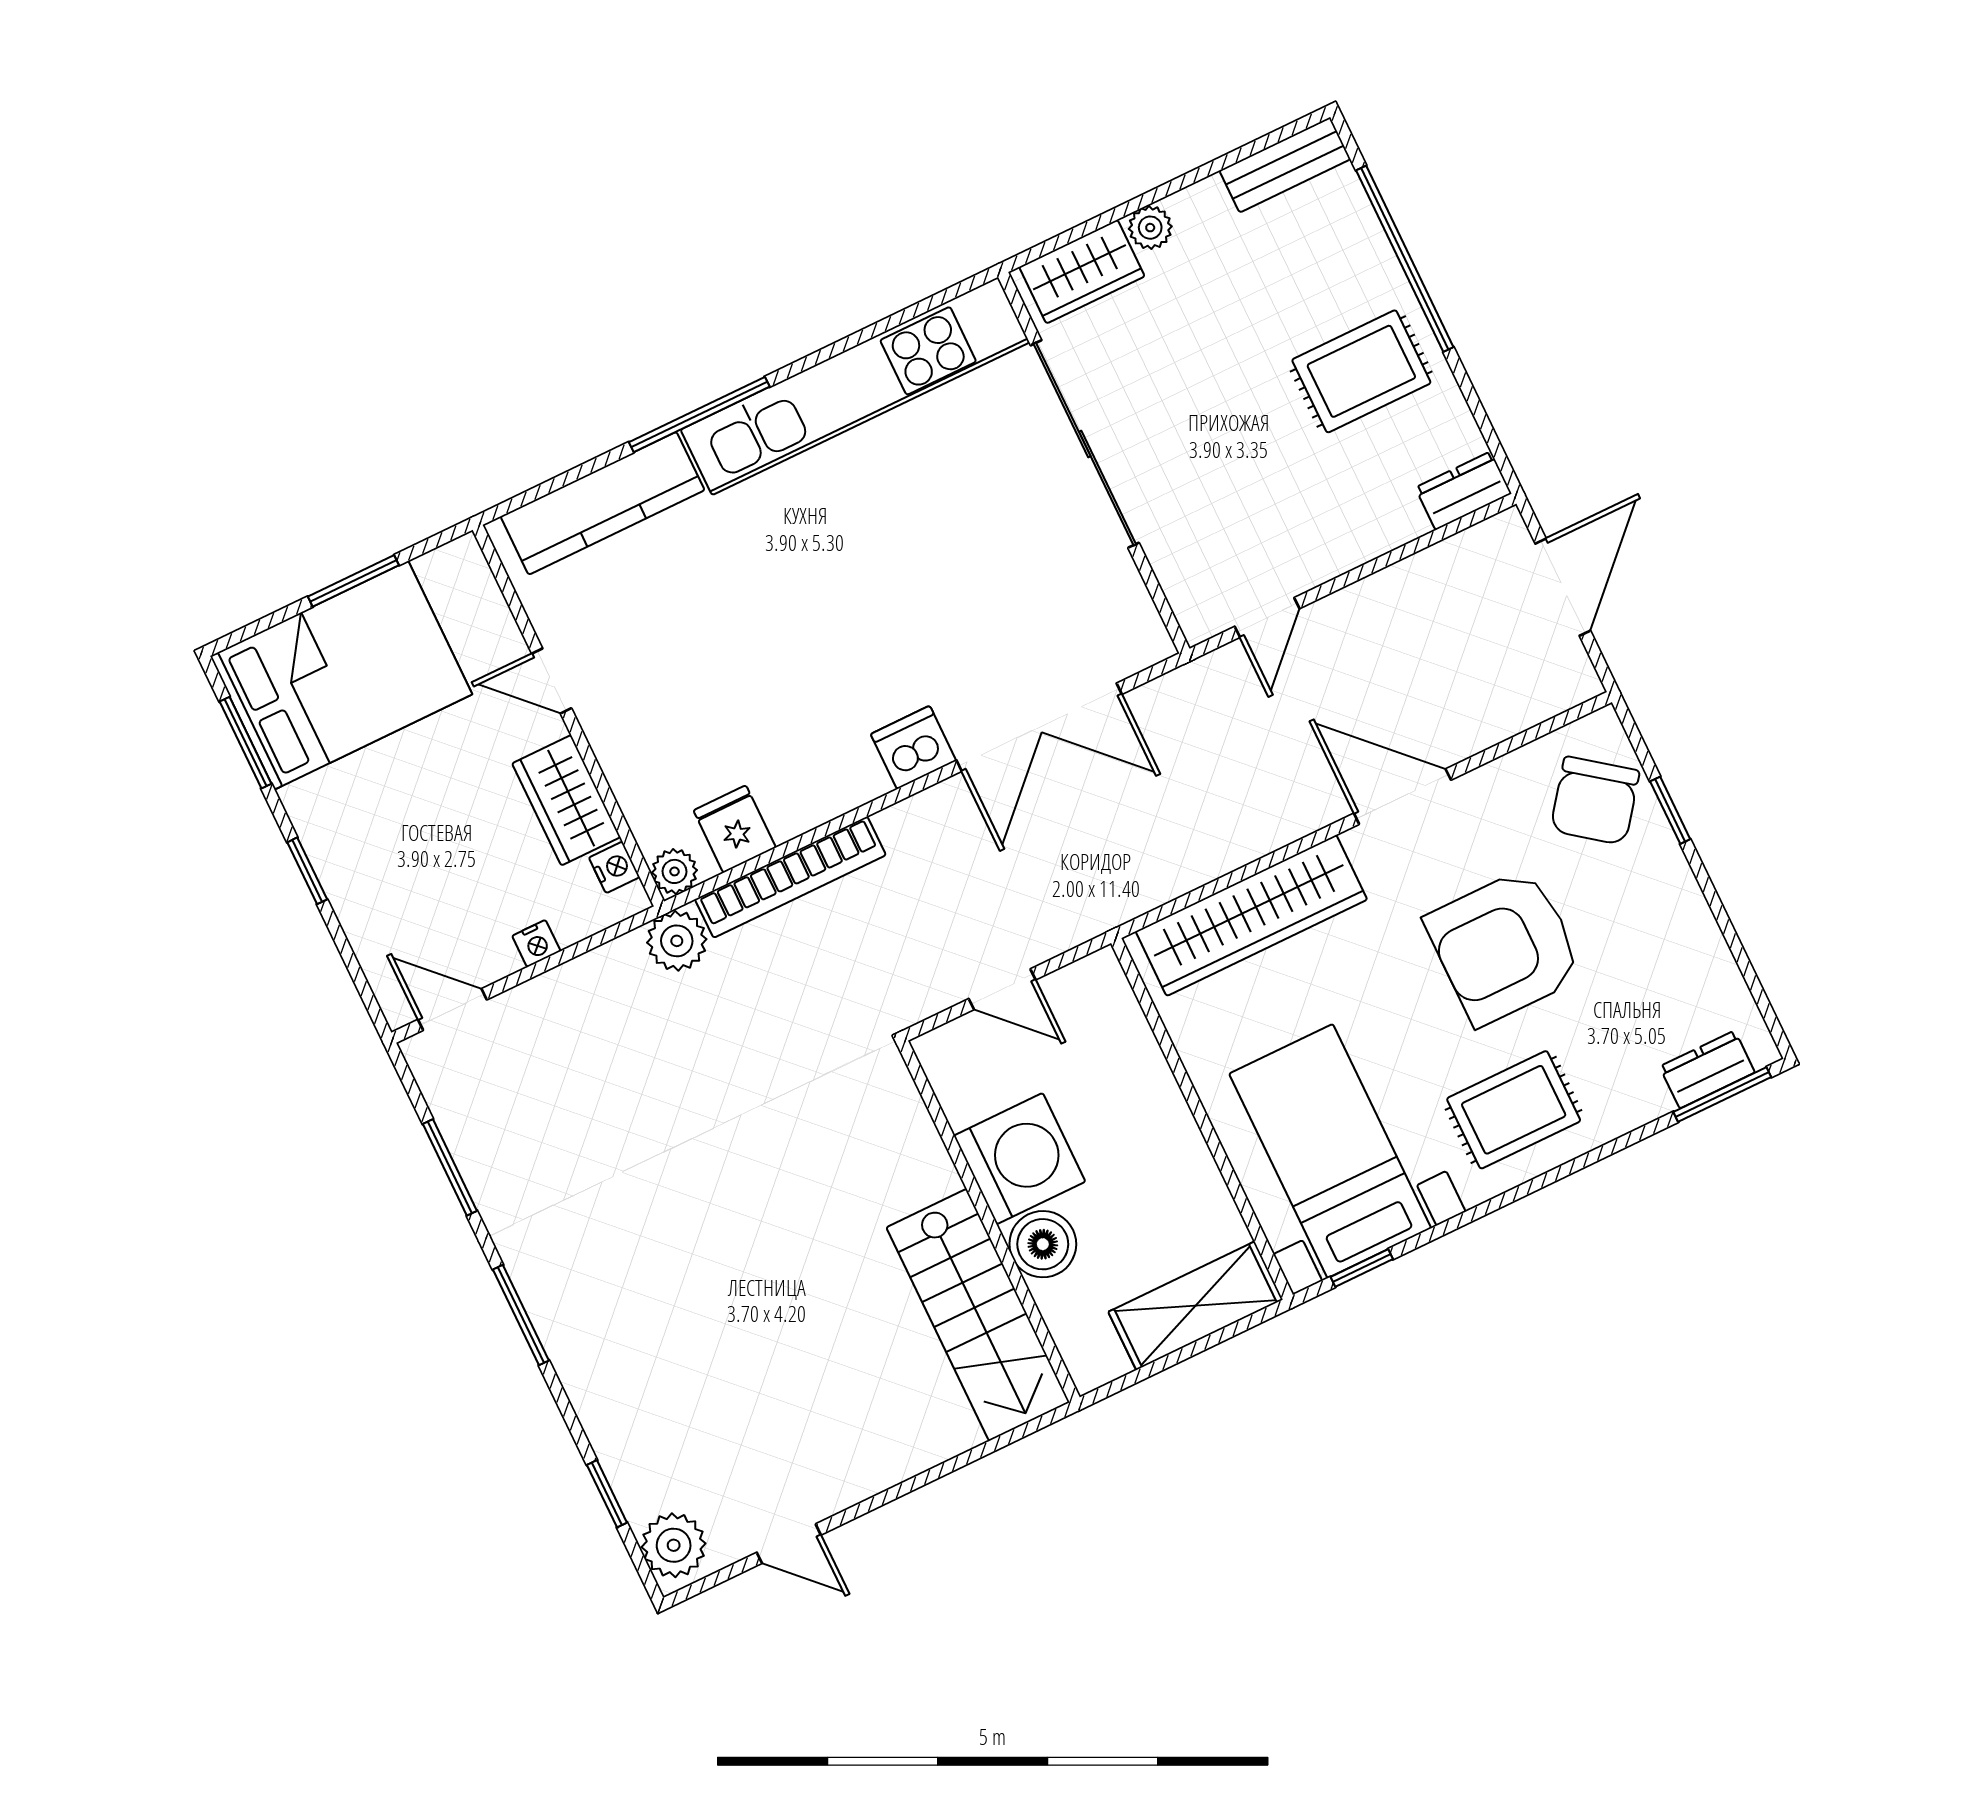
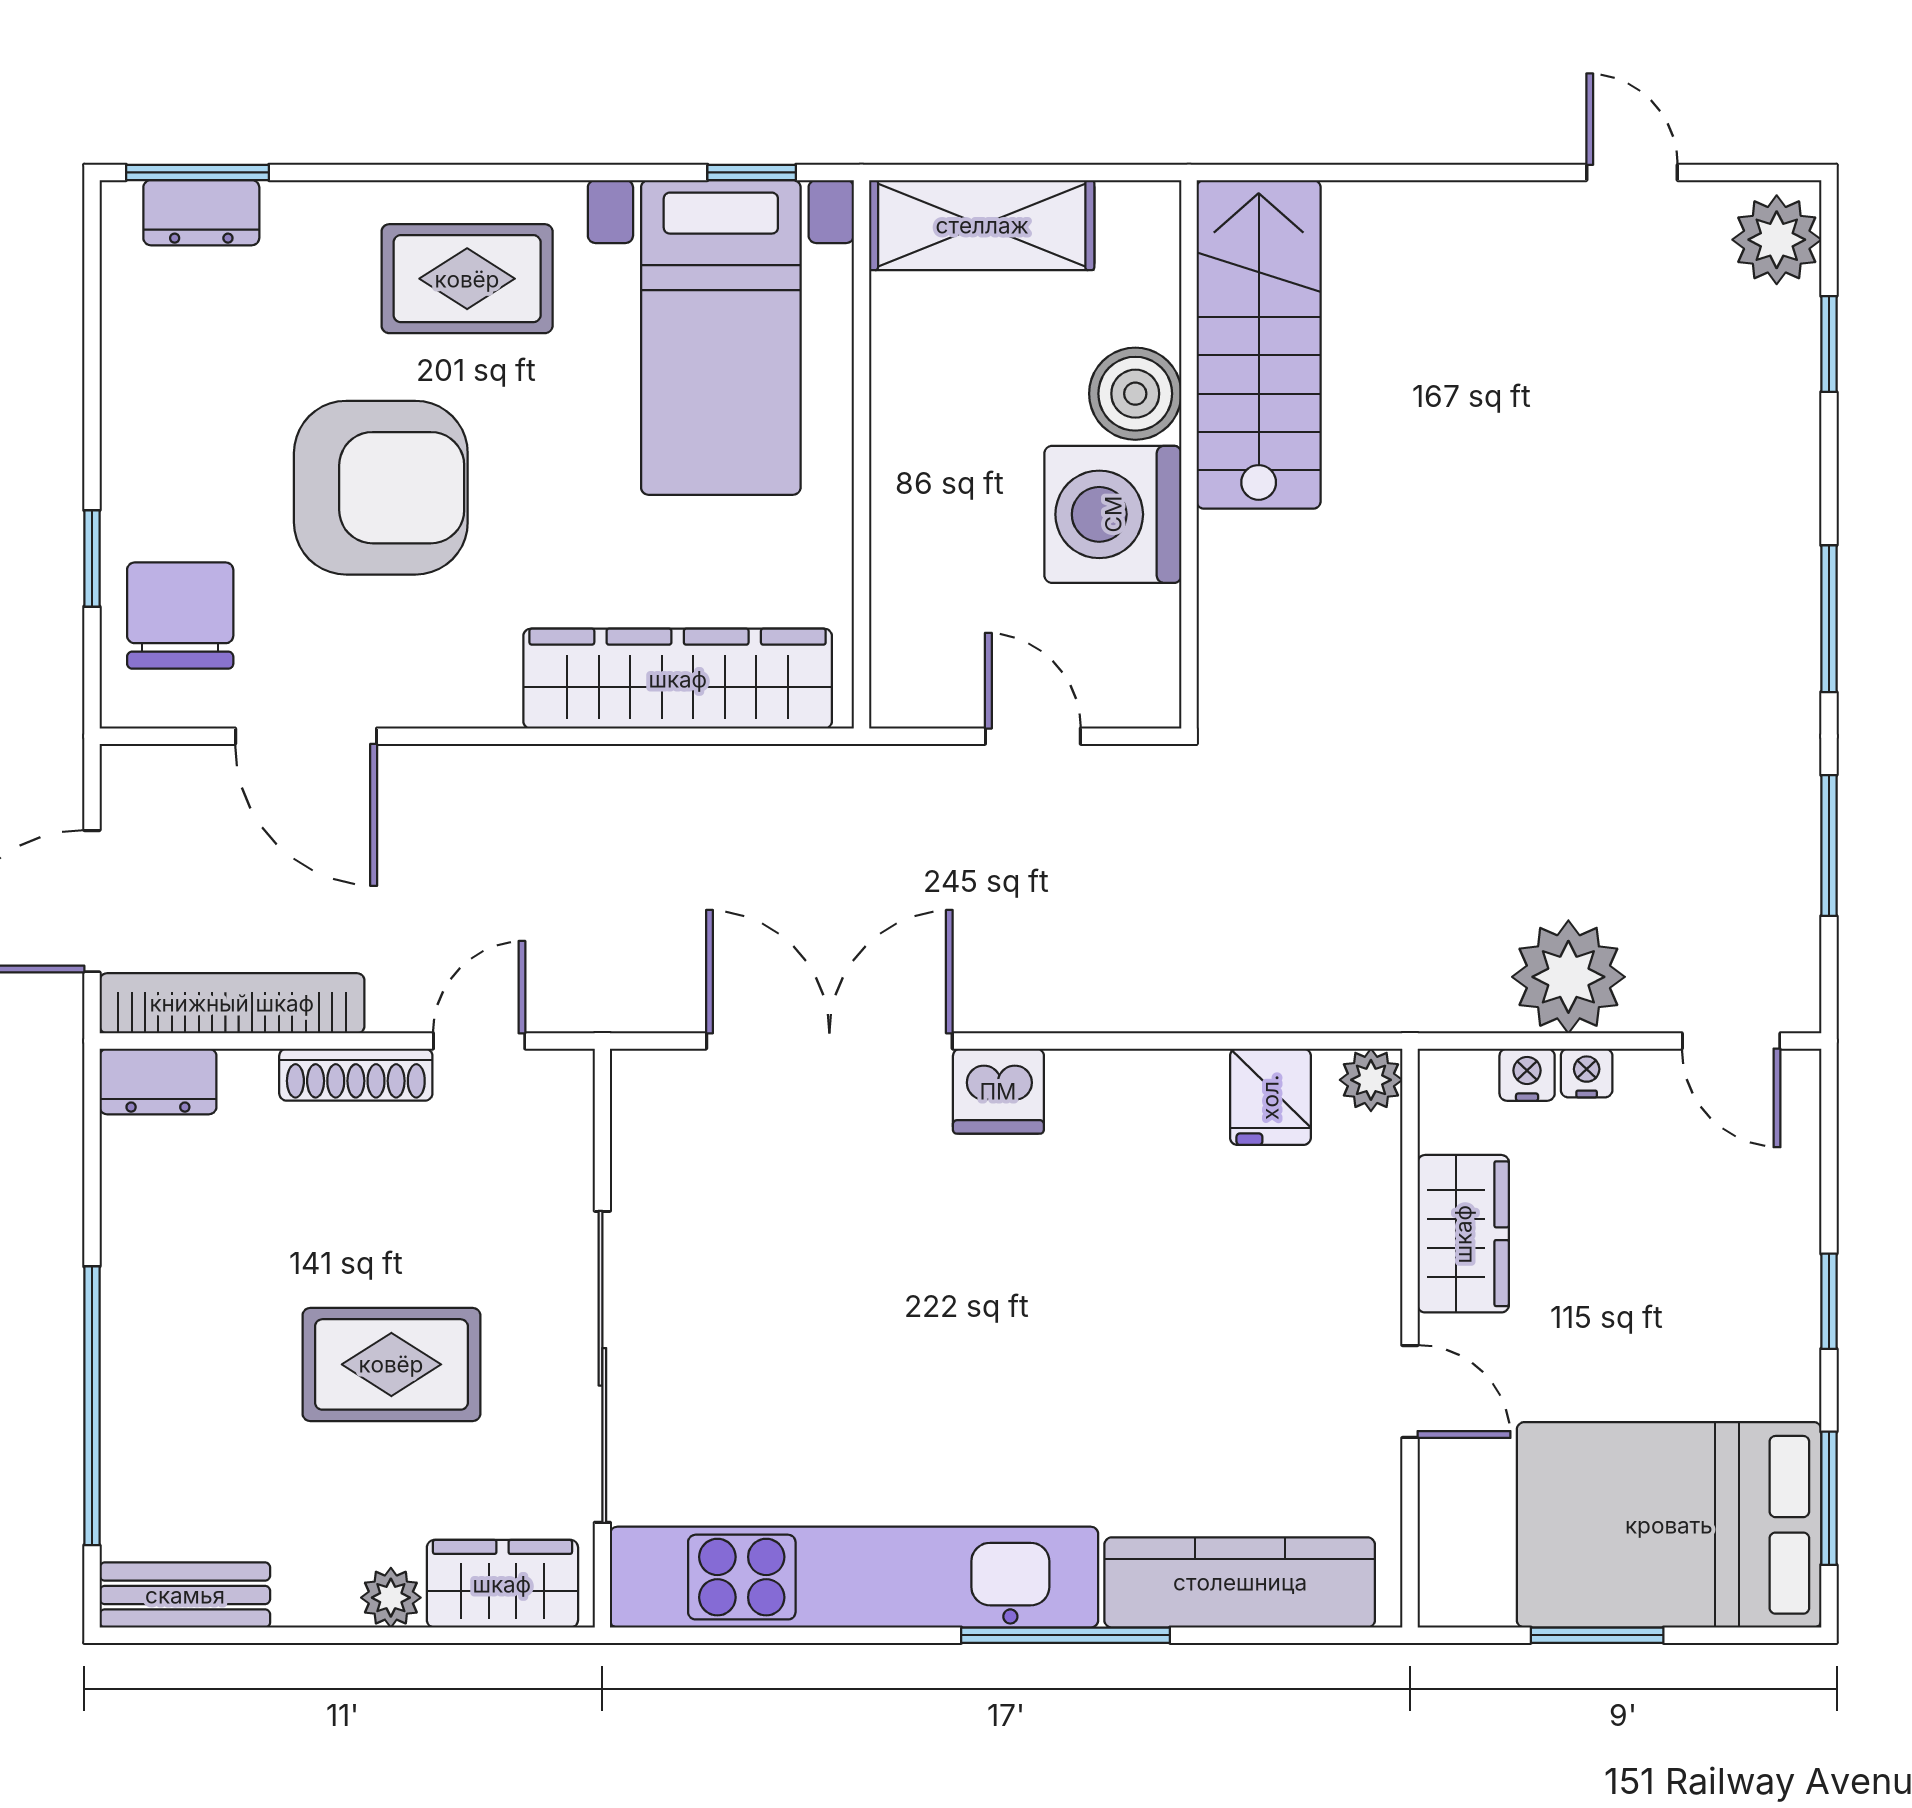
rug: (1361, 371) -> (391, 1364), moved
shoe rack: (1337, 557) -> (356, 1075), added
door: (1402, 797) -> (306, 736), moved
chair: (1595, 801) -> (180, 616), turned -37
nightstand: (614, 867) -> (1527, 1075), moved, turned 90
bookcase: (790, 877) -> (232, 1003), moved
plant: (677, 941) -> (1568, 977), moved, width x1.36, depth x1.36

